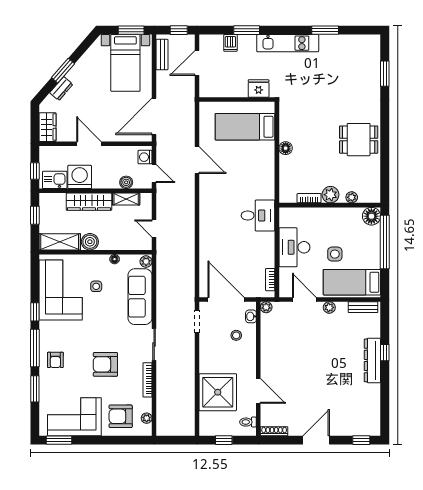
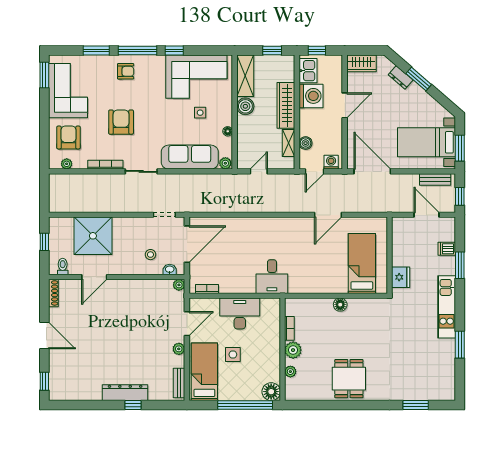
armchair: (55, 360) -> (126, 71), turned 180

